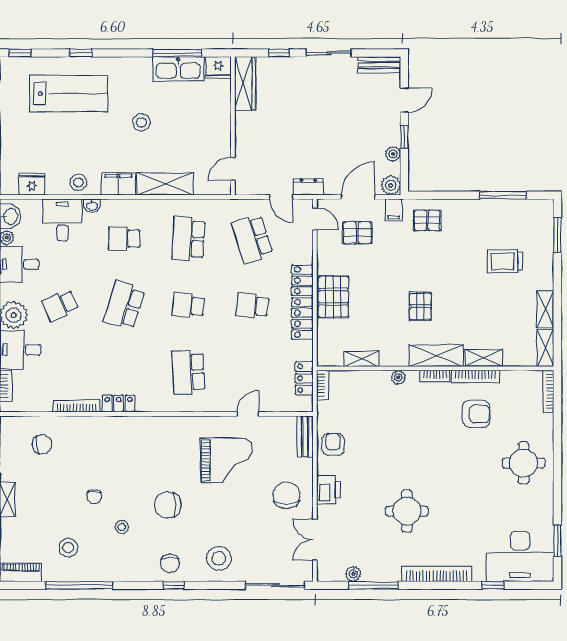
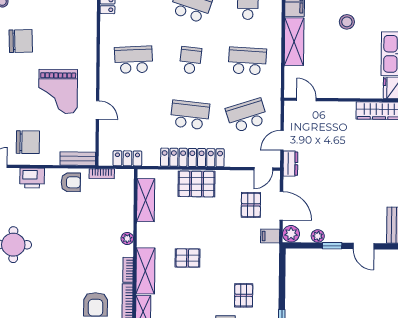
pallet: (427, 220) -> (244, 295), moved
school desk: (252, 305) -> (190, 115), width x1.85
shelving: (361, 359) -> (146, 200), width x1.50, depth x1.33
bookcase: (323, 385) -> (102, 174), moved
chair: (168, 505) -> (21, 41), turned 88

